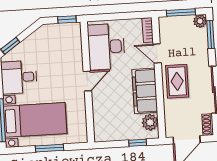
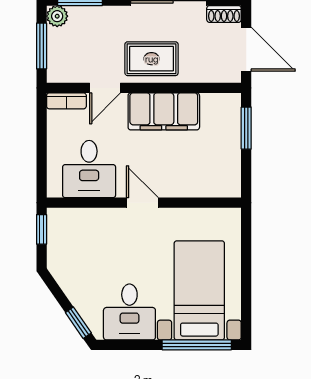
desk: (106, 47) -> (89, 169), width x0.73
plant: (150, 122) -> (215, 106), removed
window: (138, 143) -> (246, 128), width x1.50
window: (50, 148) -> (246, 270), removed

